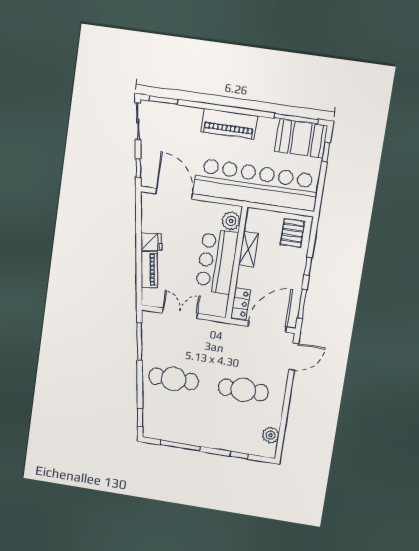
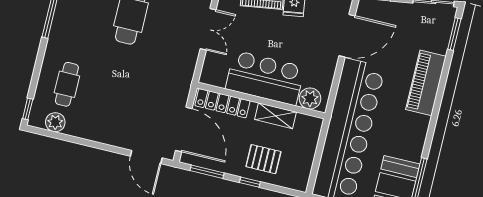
piano: (229, 124) -> (426, 83), moved
pallet: (292, 233) -> (263, 159), moved
locker: (241, 304) -> (222, 103), width x1.53
cafe table: (243, 390) -> (67, 84), moved, width x0.73, depth x0.74
window: (239, 455) -> (28, 109), moved

